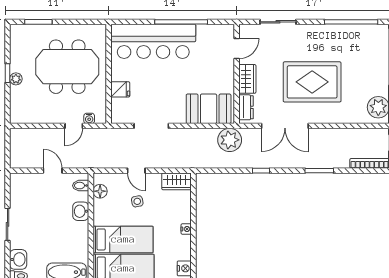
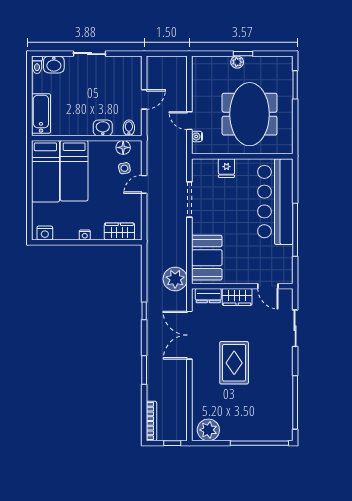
rug: (312, 82) -> (234, 363), width x0.73, depth x0.69
wardrobe: (177, 181) -> (119, 231), moved, turned 90
side table: (137, 201) -> (124, 168), moved

